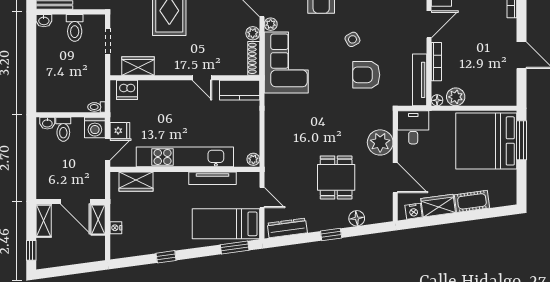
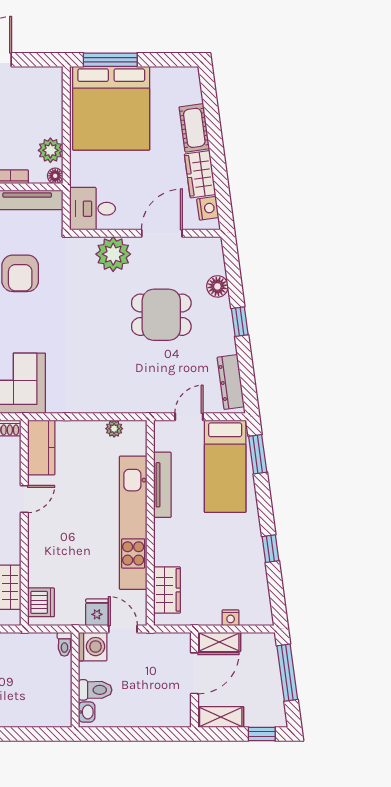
plant: (253, 159) -> (114, 429), moved
window: (76, 269) -> (287, 673), added

